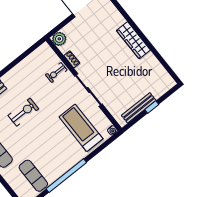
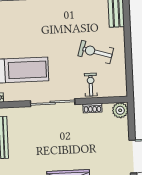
exercise bike: (23, 112) -> (96, 52), moved, turned 107

